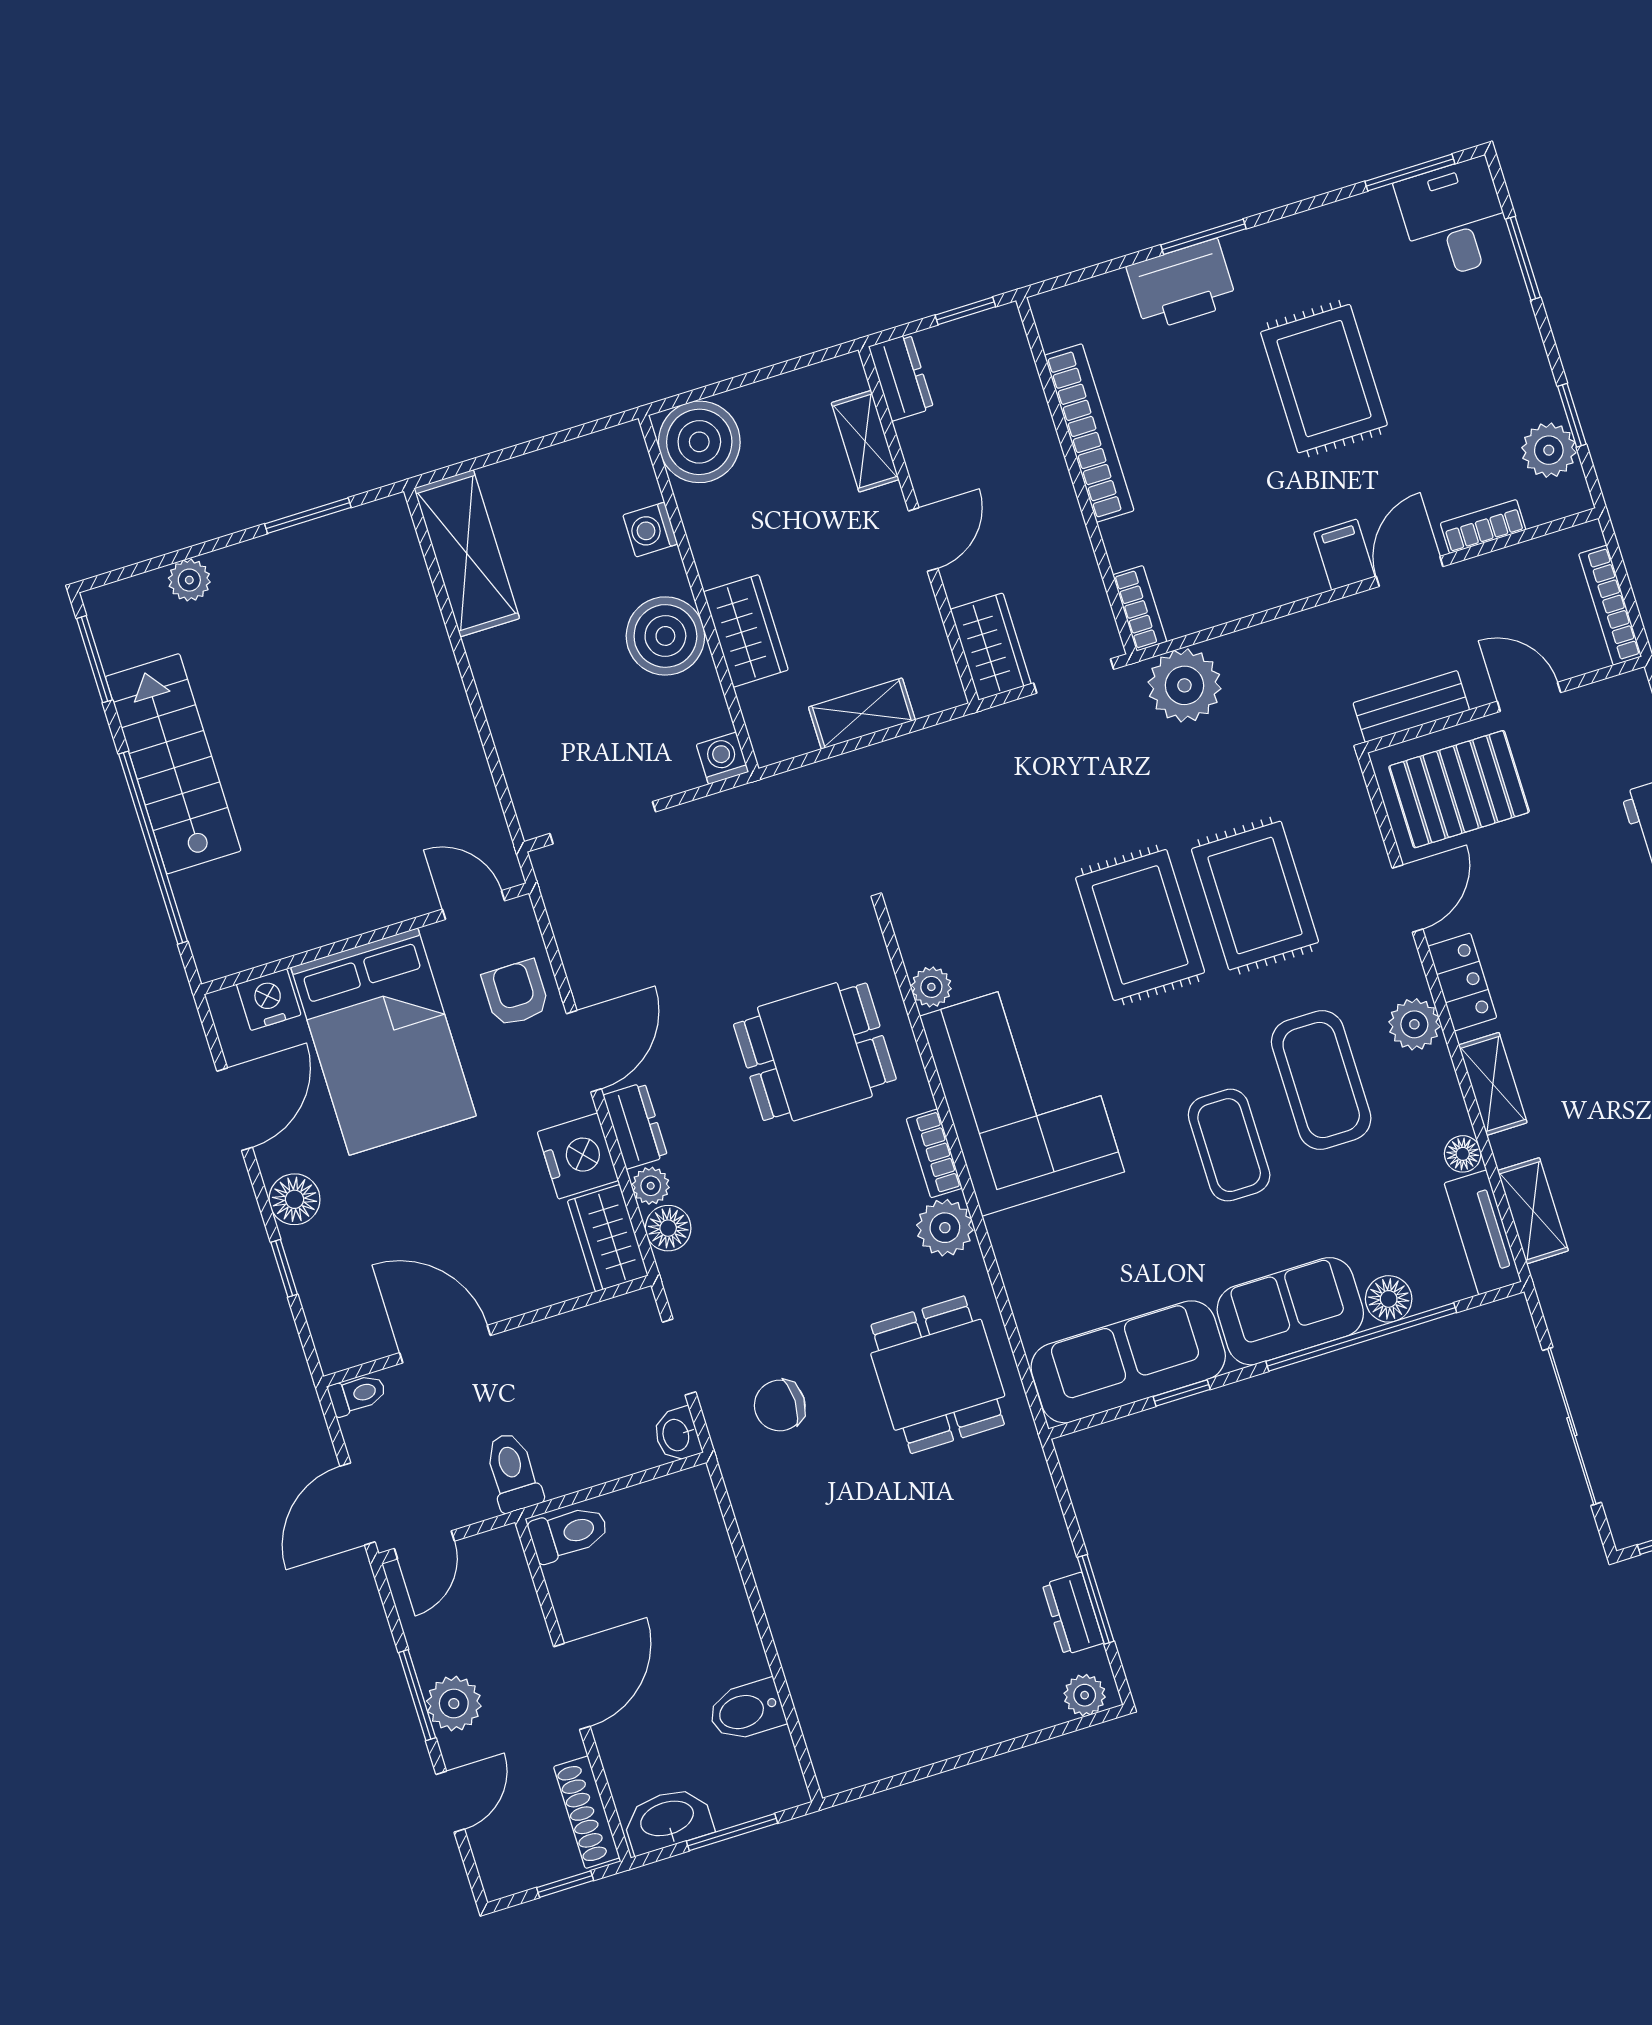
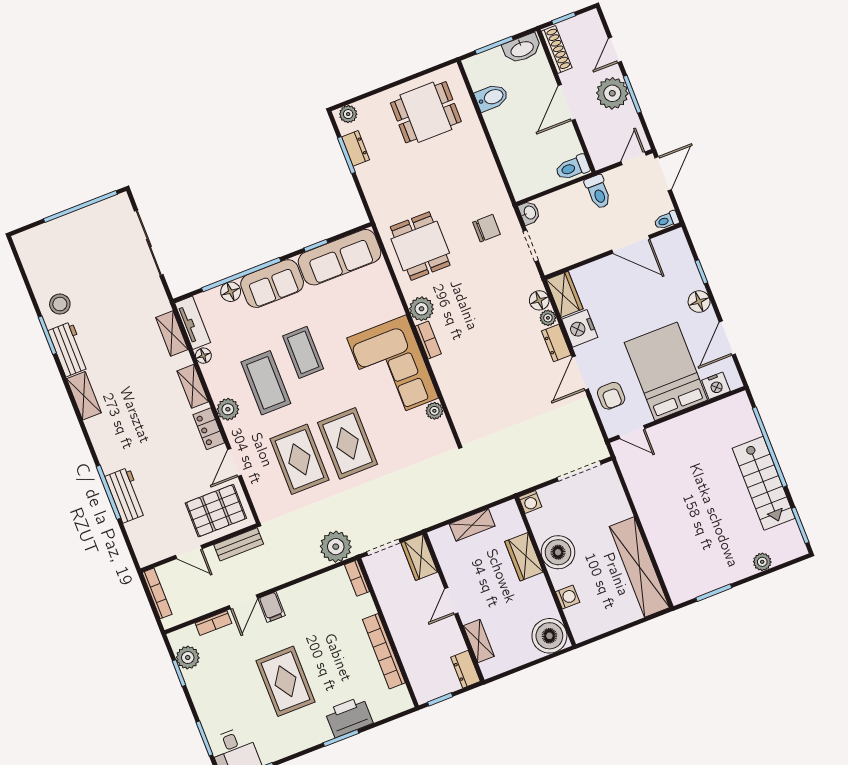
shelving: (467, 553) -> (639, 567), width x1.47
dining table: (815, 1052) -> (426, 112), moved
plant: (454, 1704) -> (612, 93), width x1.36, depth x1.36

